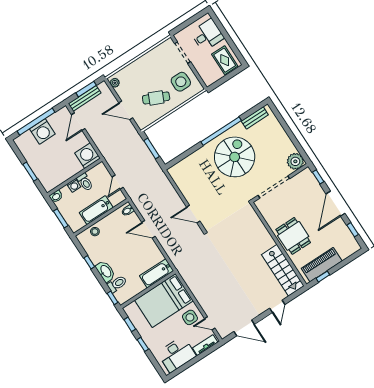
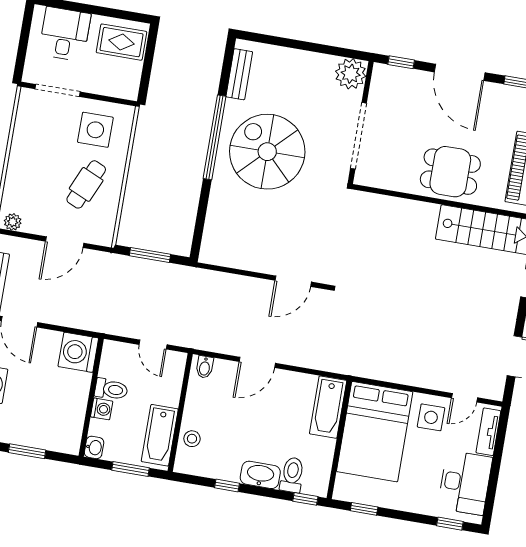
bathtub: (96, 210) -> (160, 435), moved
window: (143, 344) -> (450, 524), moved

